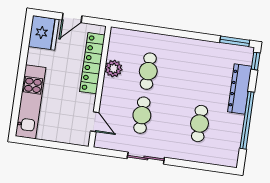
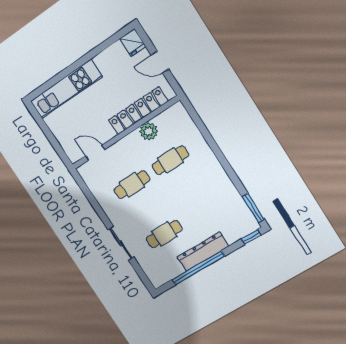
fridge: (44, 33) -> (133, 43), width x0.53, depth x0.75
dresser: (240, 89) -> (203, 252), moved
door: (95, 122) -> (95, 153), swing flipped
sliding door: (146, 158) -> (121, 243), moved

